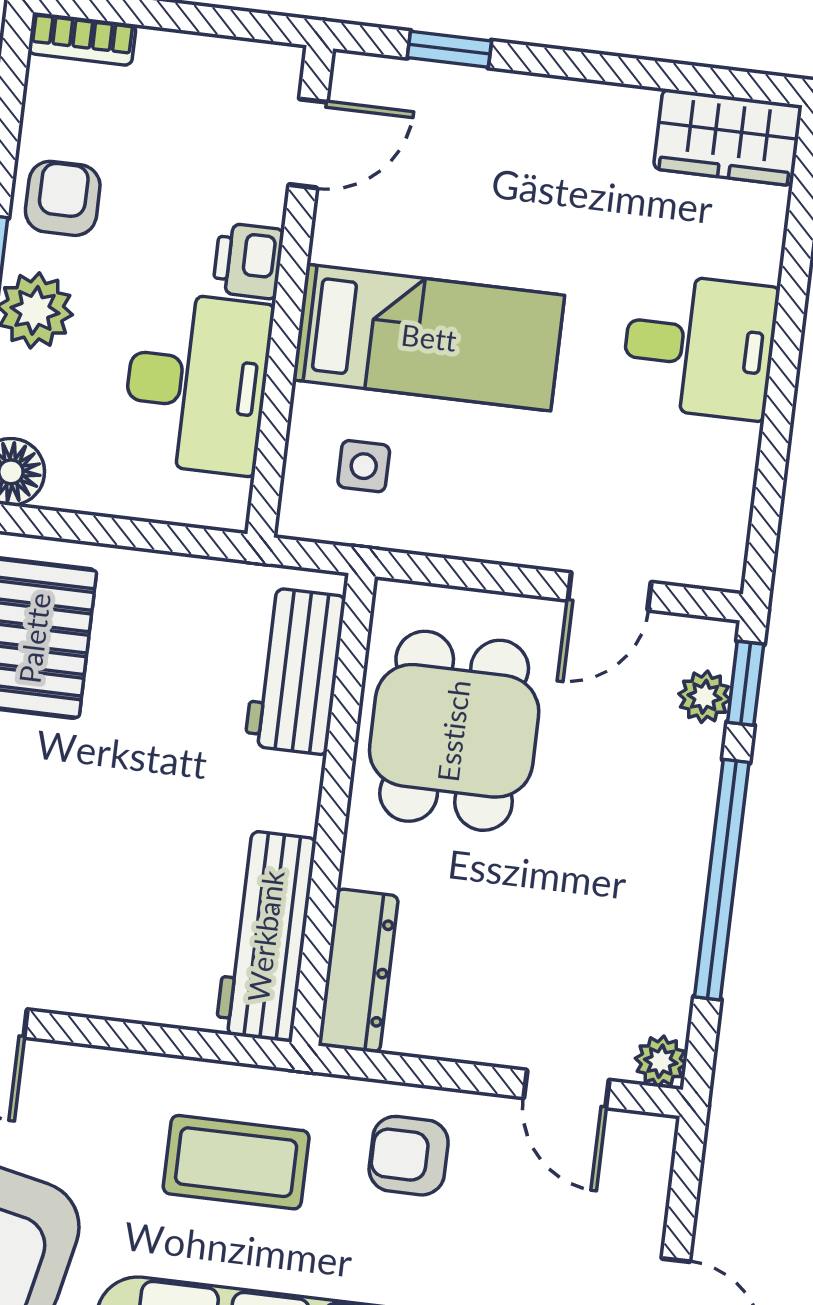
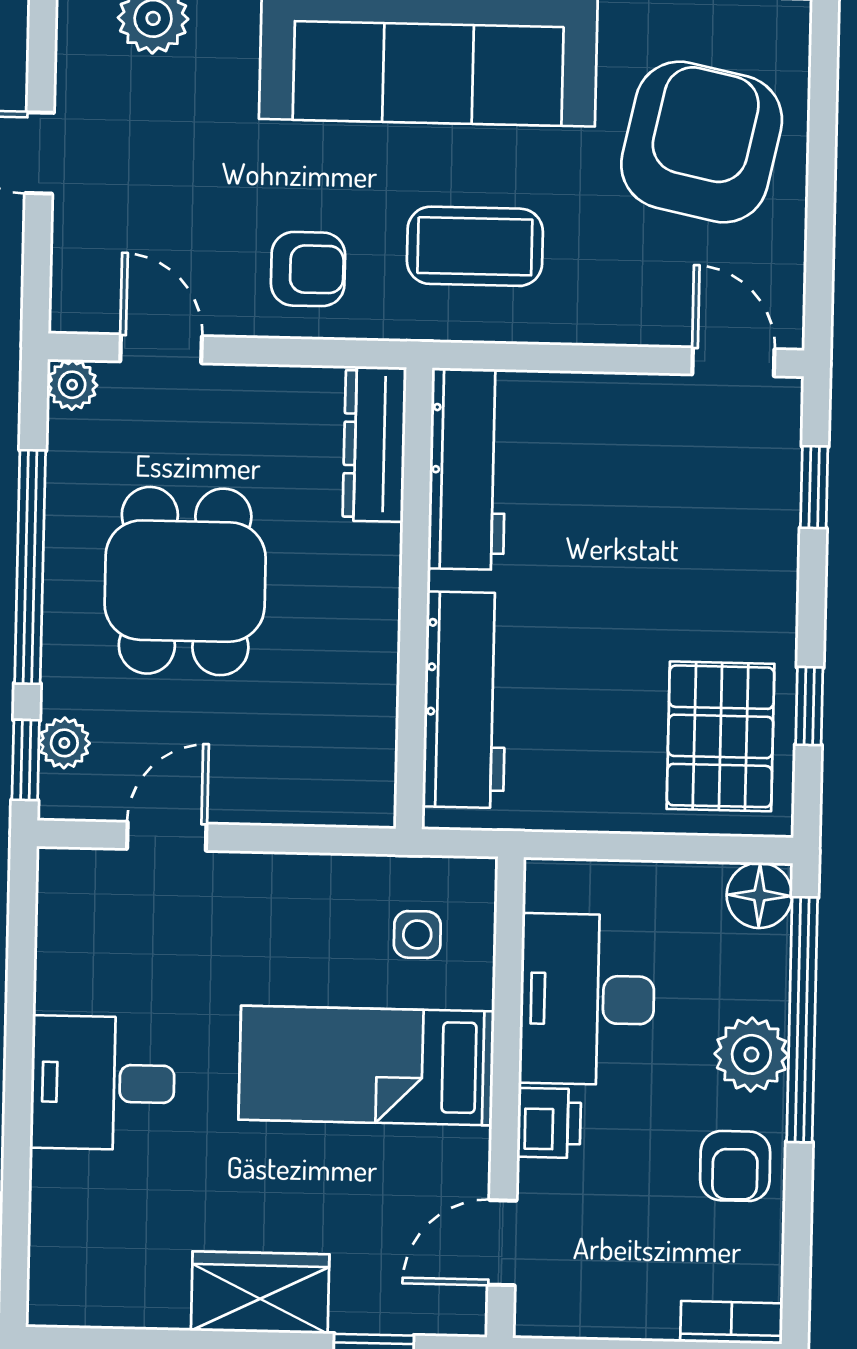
wardrobe: (728, 137) -> (260, 1292), moved
workbench: (295, 671) -> (465, 700), width x1.38
dining table: (454, 731) -> (185, 581), moved

